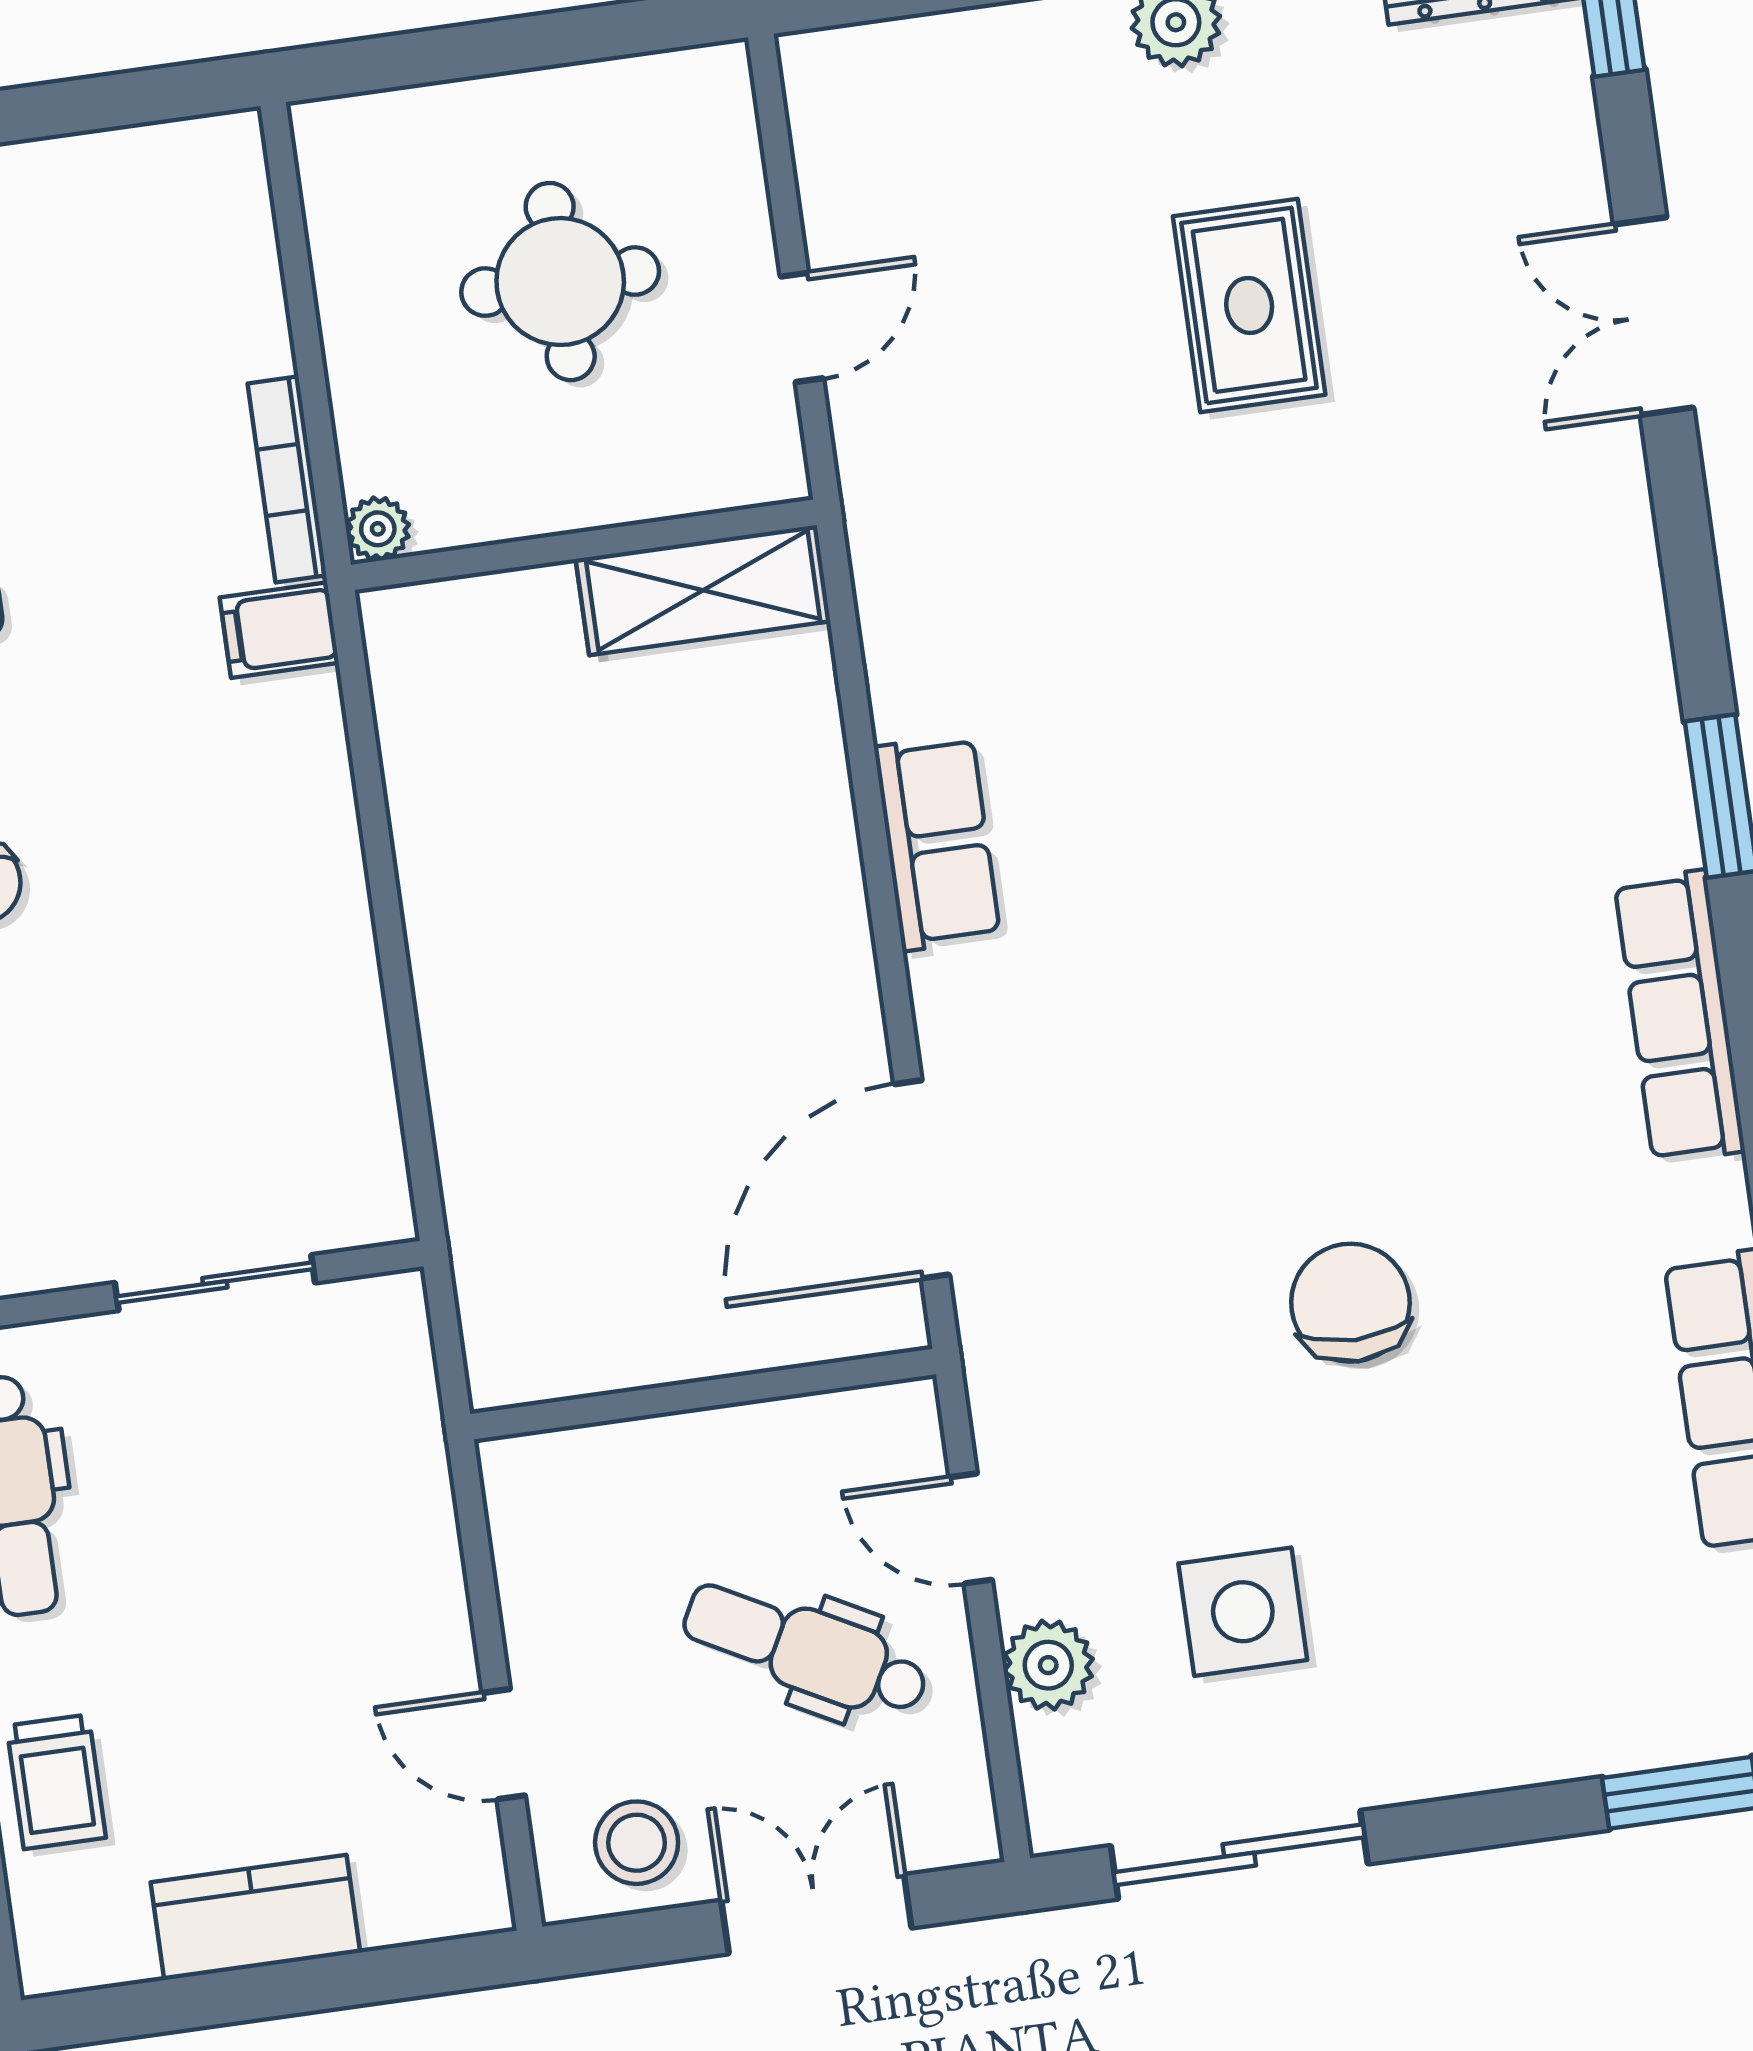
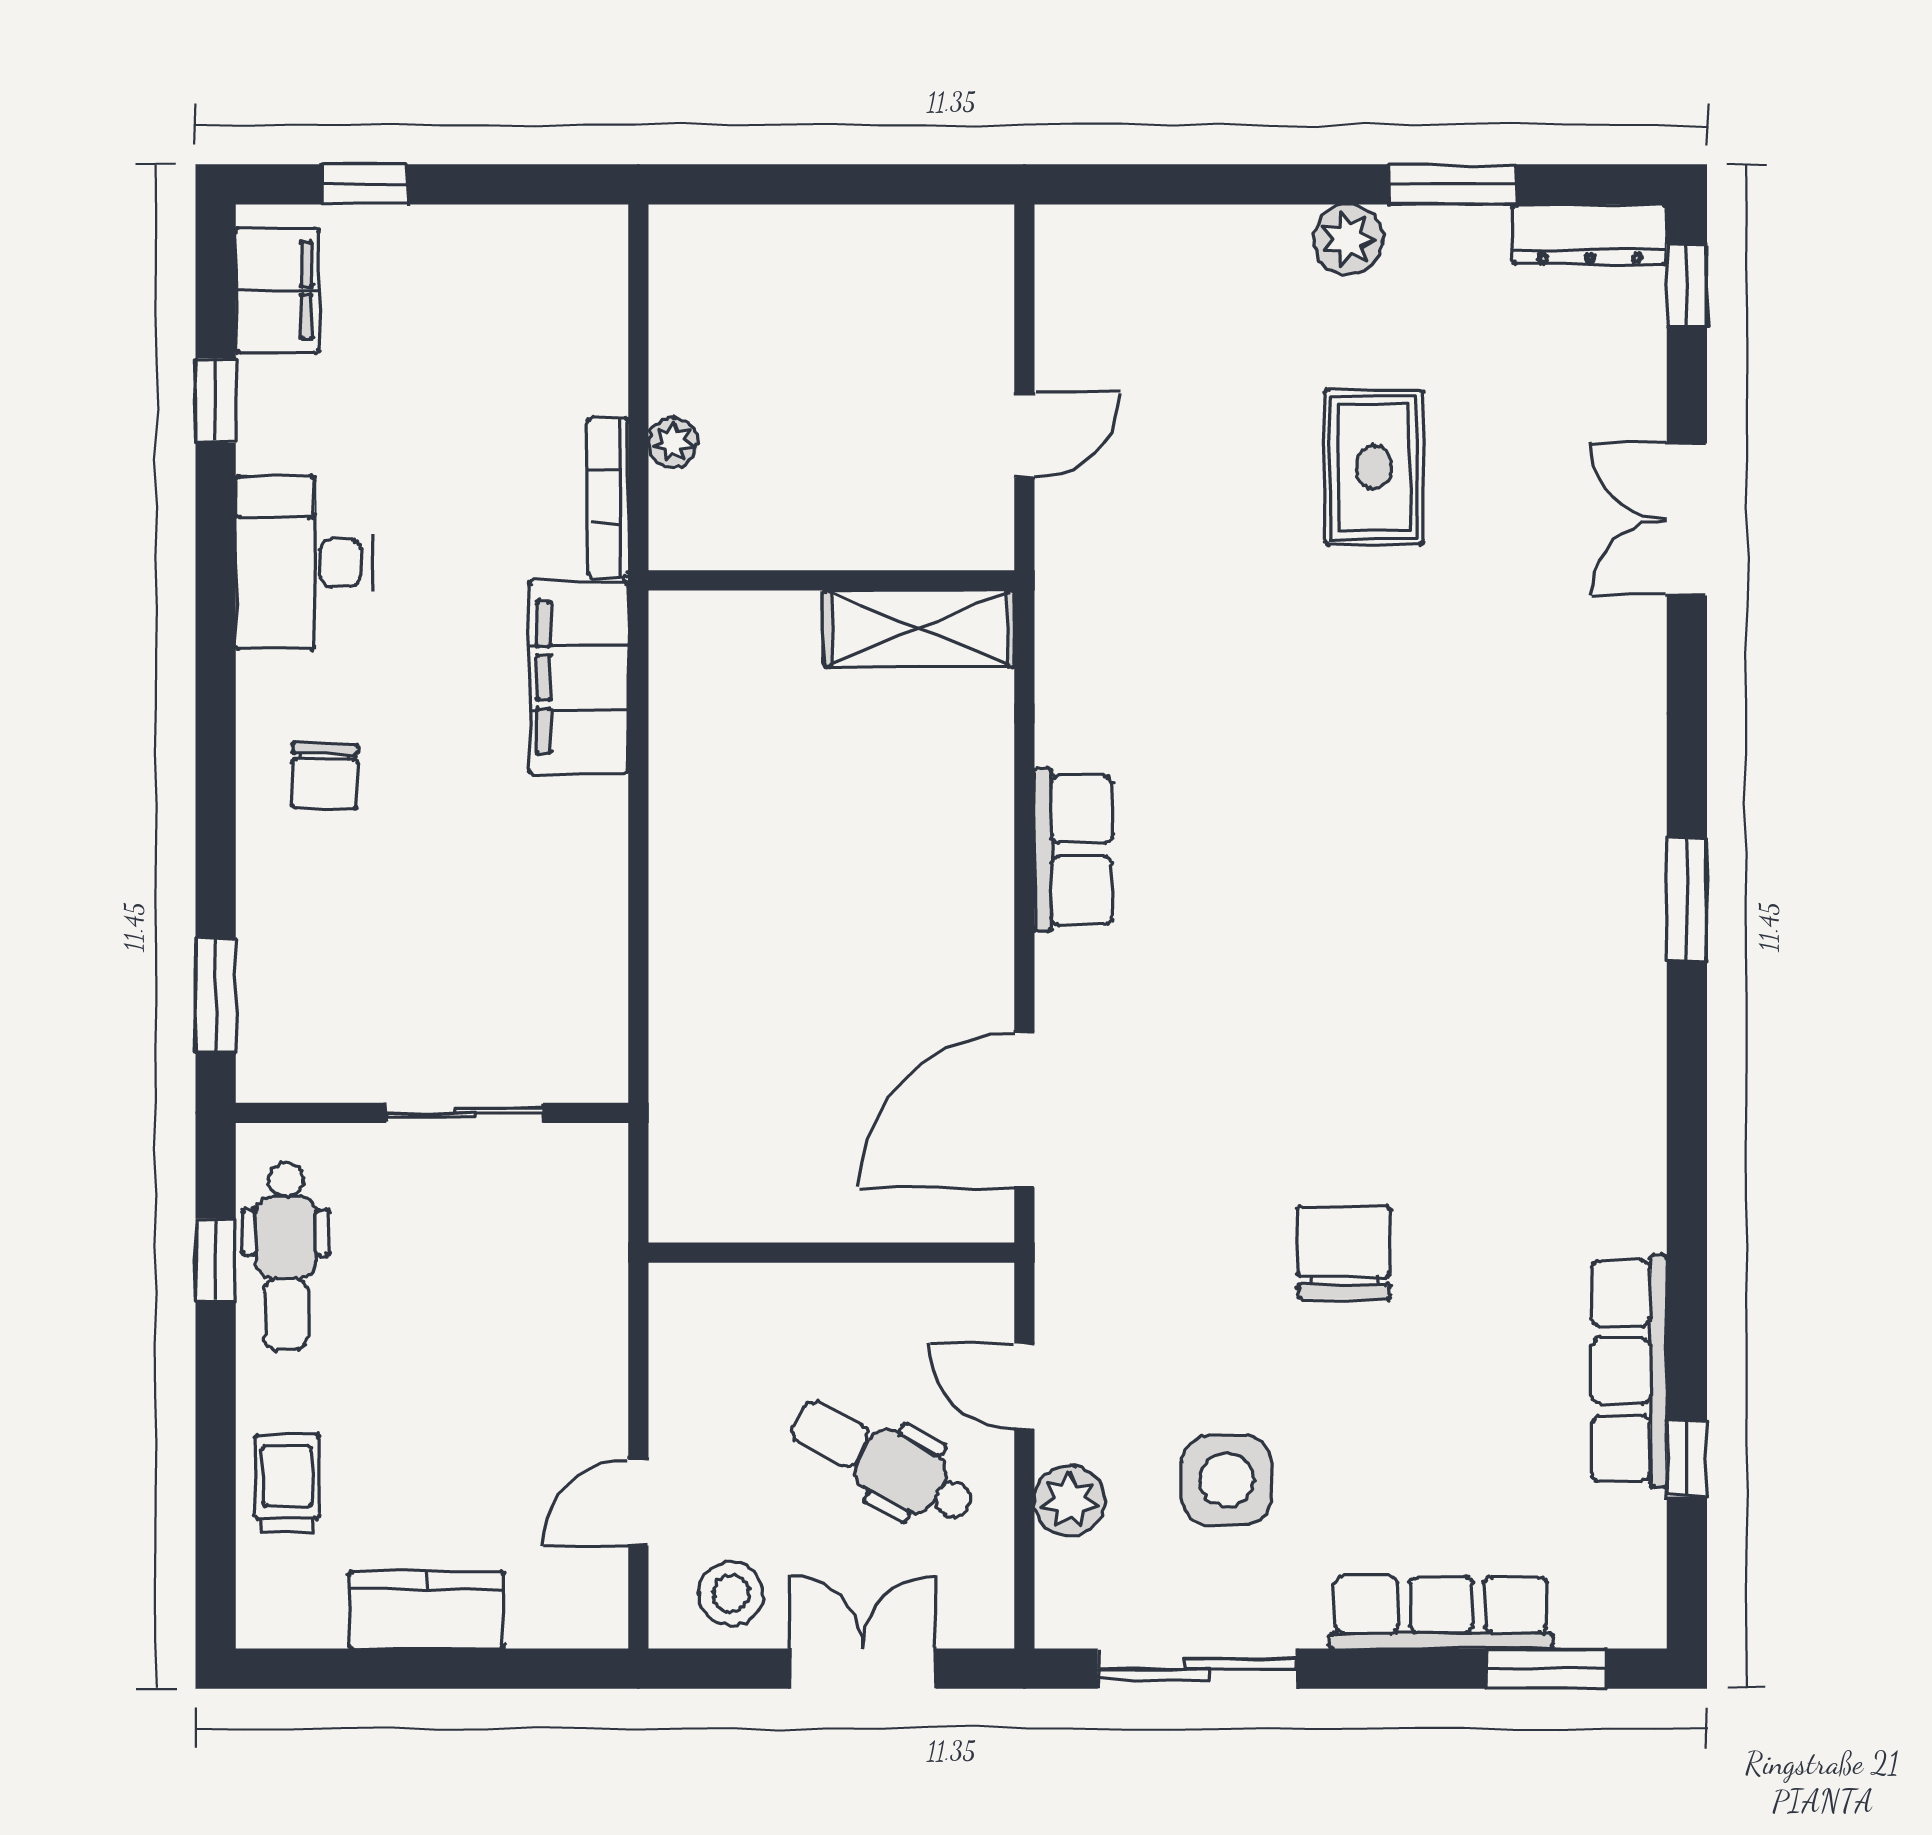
round table: (560, 282) -> (842, 373), removed
plant: (378, 529) -> (673, 443), moved
filing cabinet: (279, 630) -> (579, 677), width x3.00, depth x1.17
row of seats: (1680, 1017) -> (1441, 1613), moved, turned 90
door: (504, 1744) -> (638, 1503), hinge flipped
trolley: (56, 1782) -> (287, 1483), turned 180

